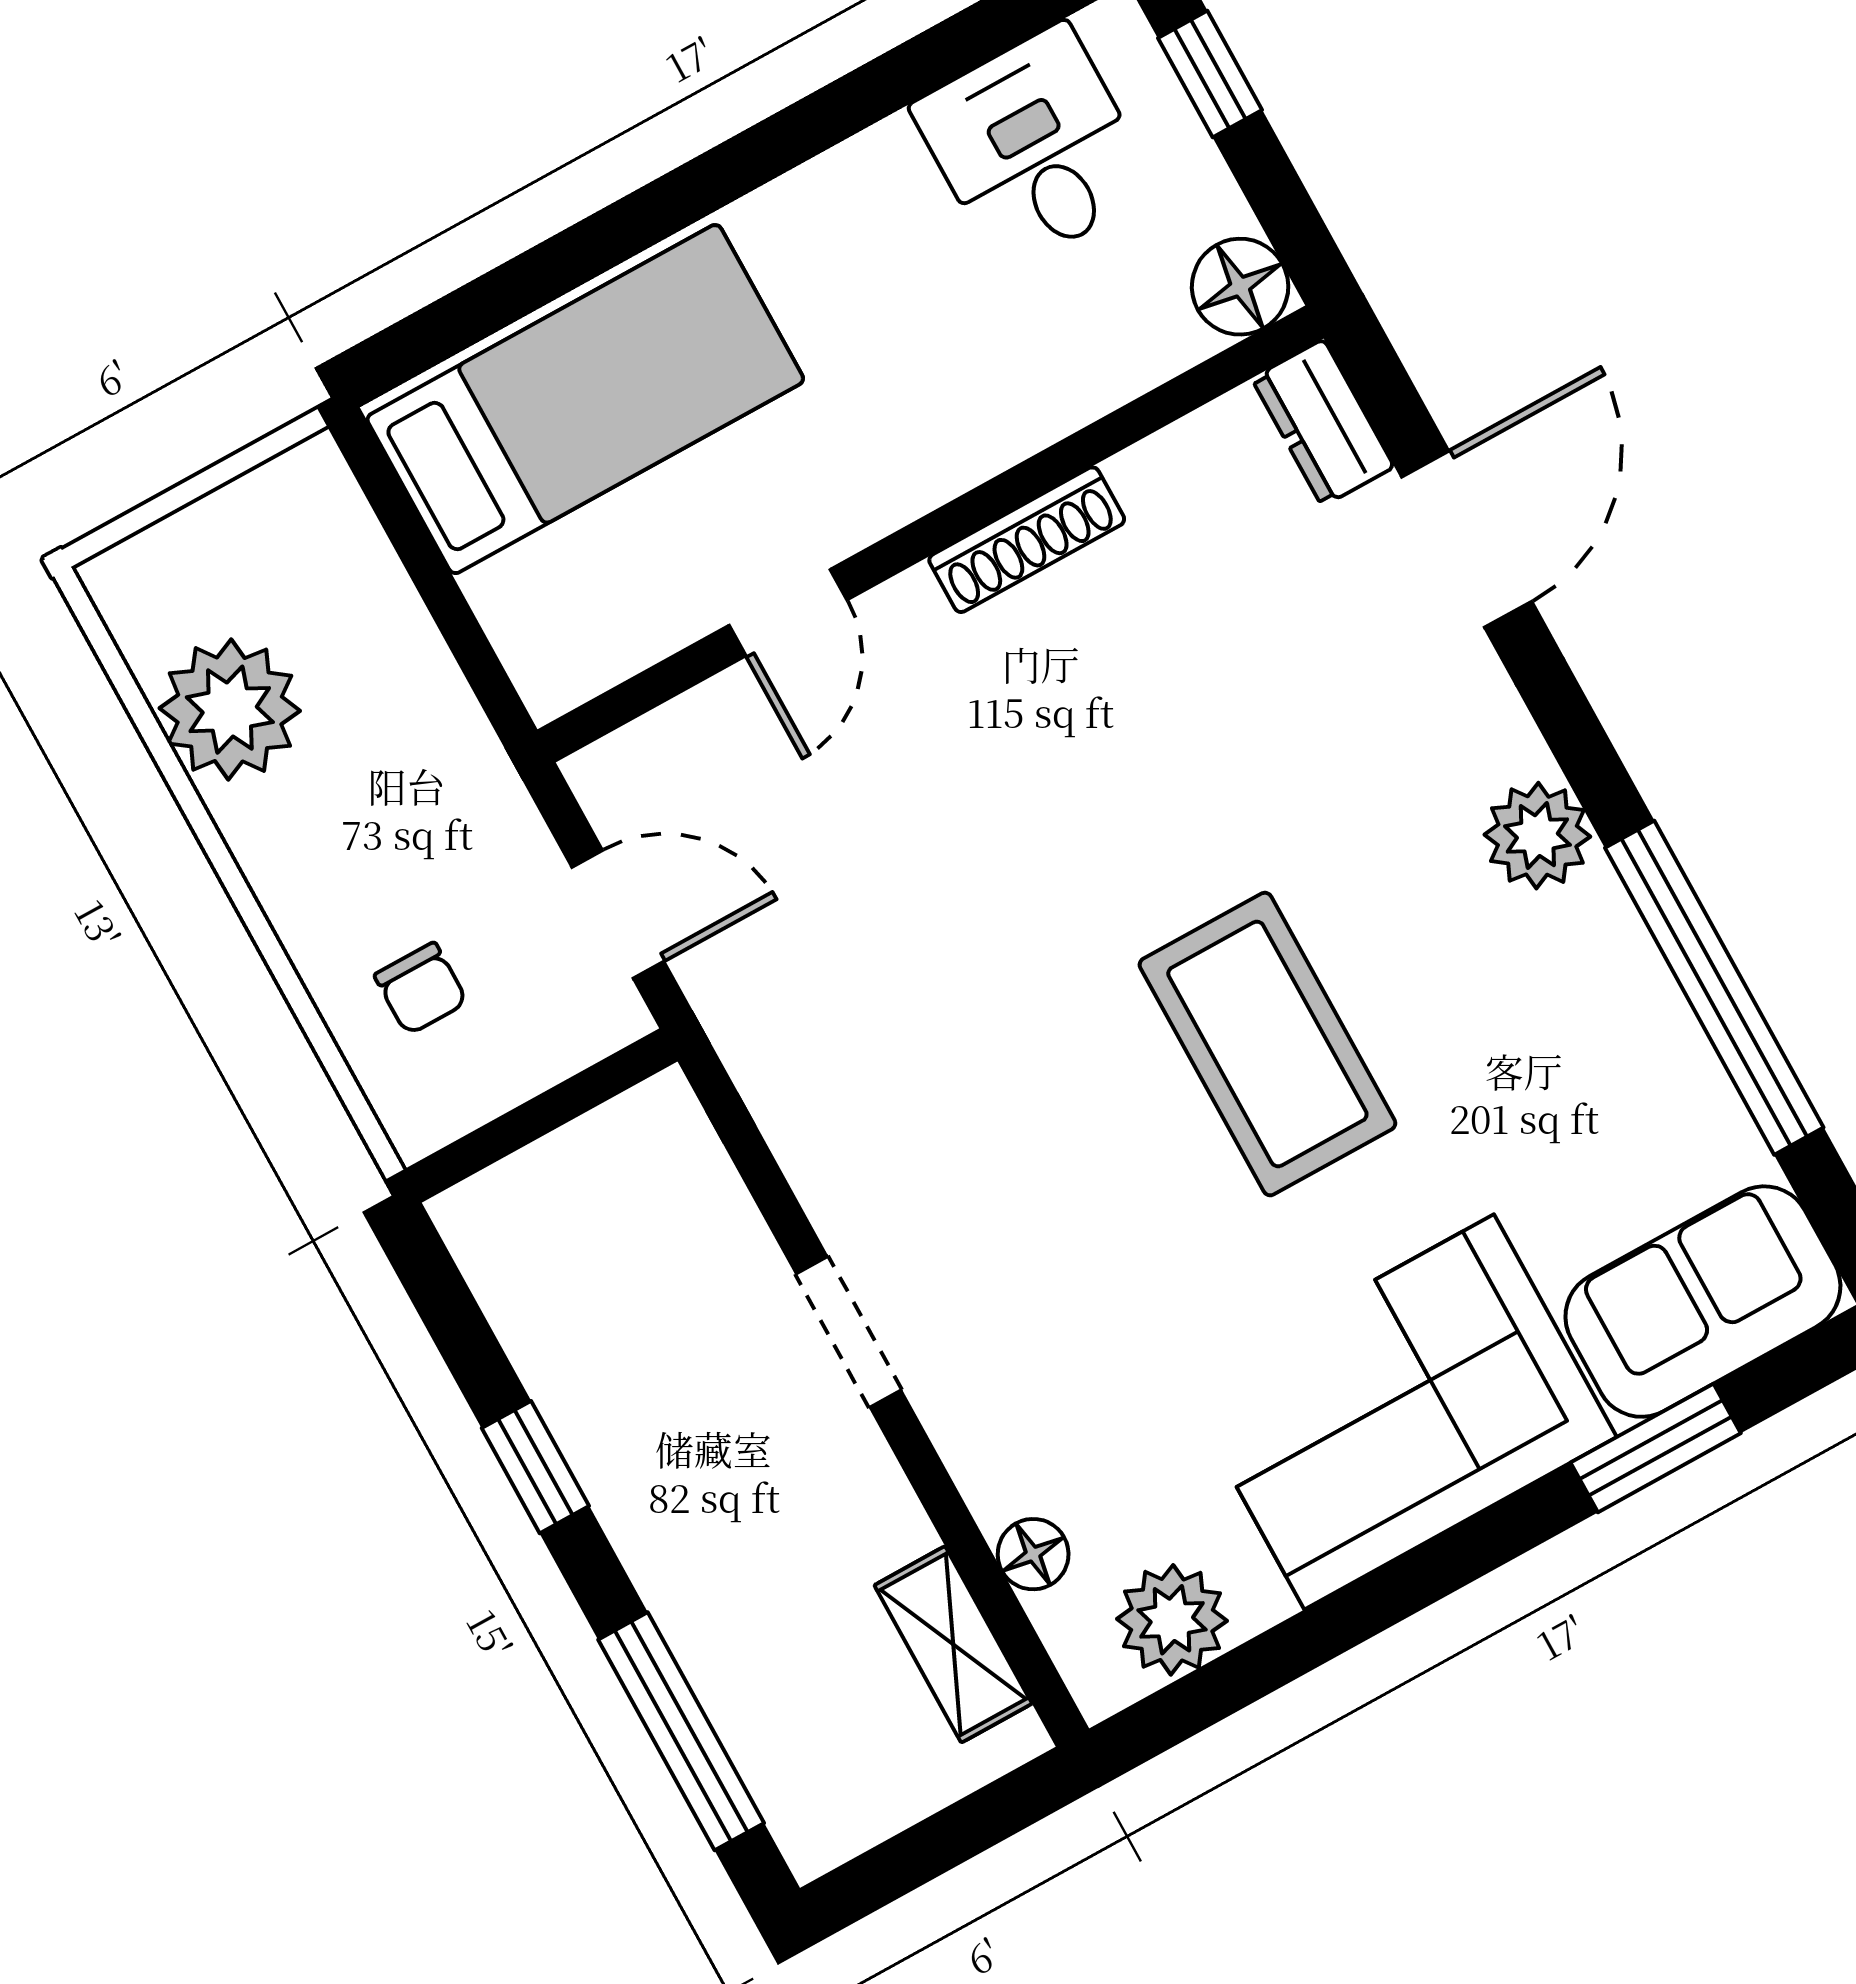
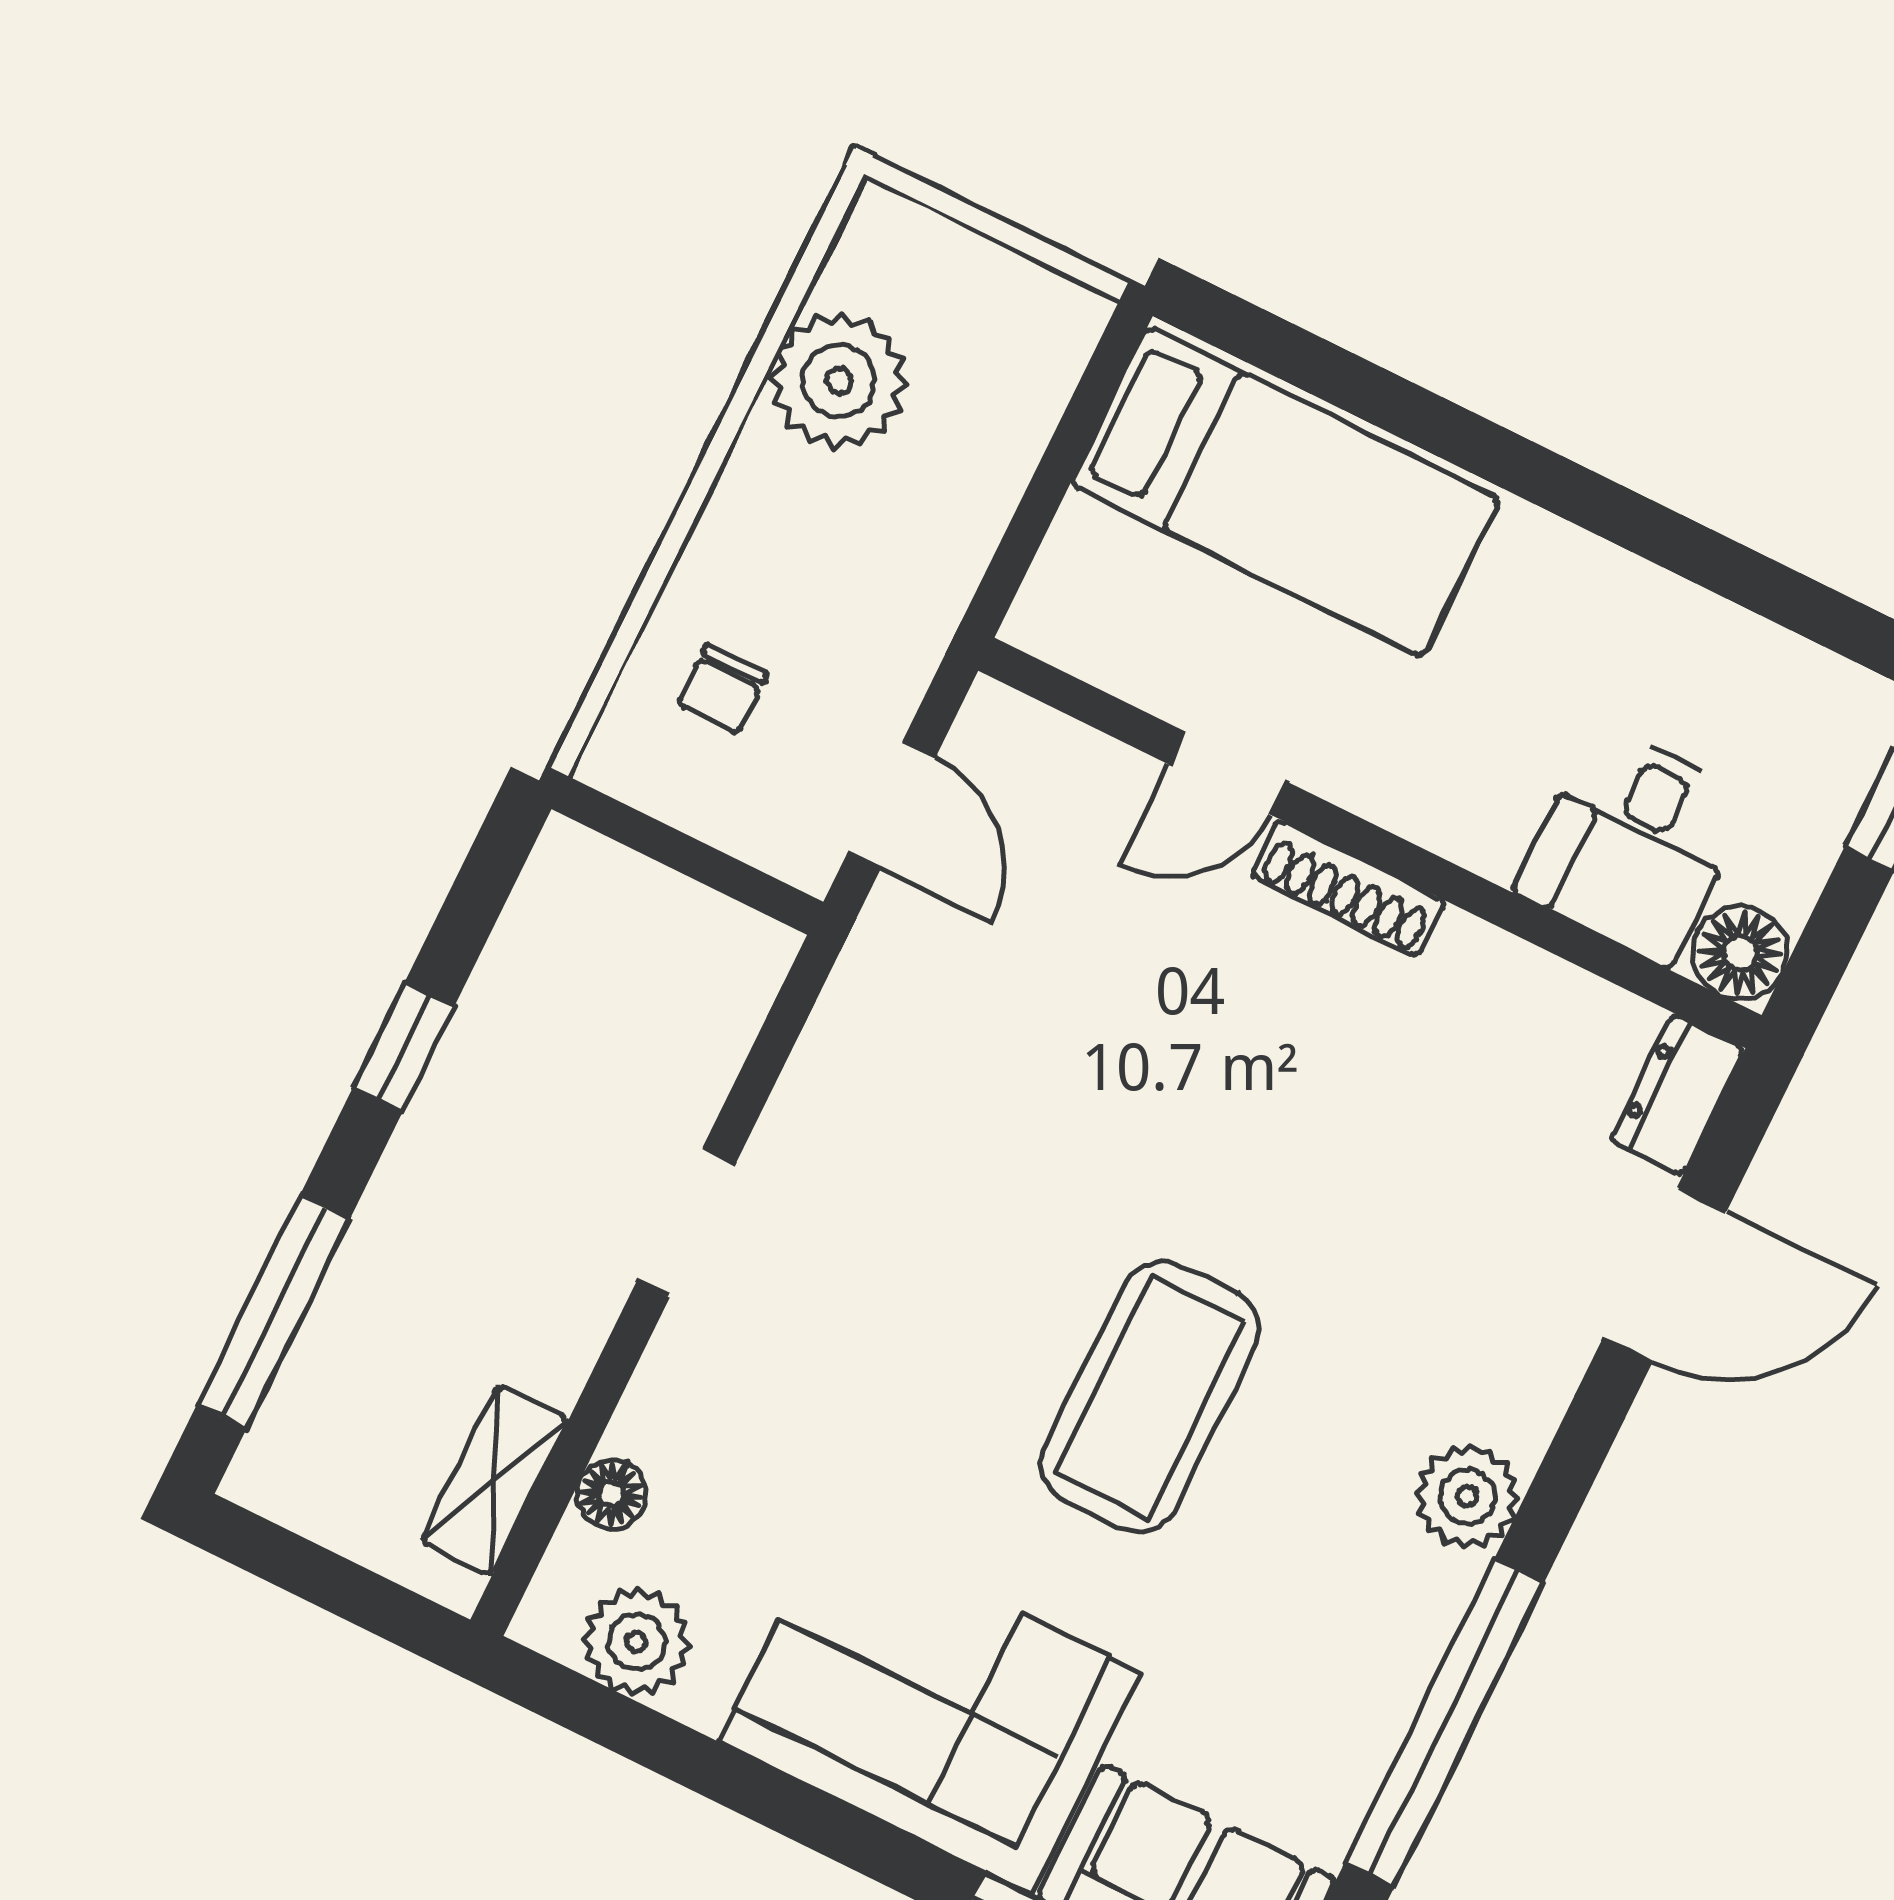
desk: (1034, 148) -> (1633, 845), moved, turned 180
shoe rack: (1027, 540) -> (1348, 888), moved

